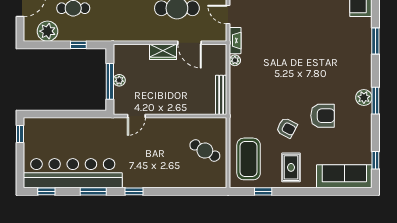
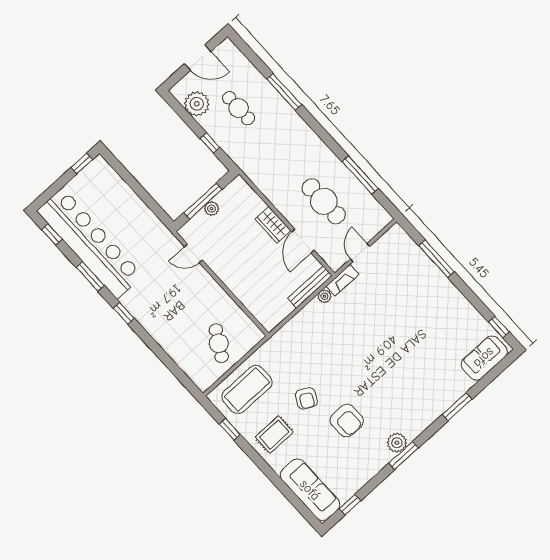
bench: (221, 95) -> (310, 287), moved

